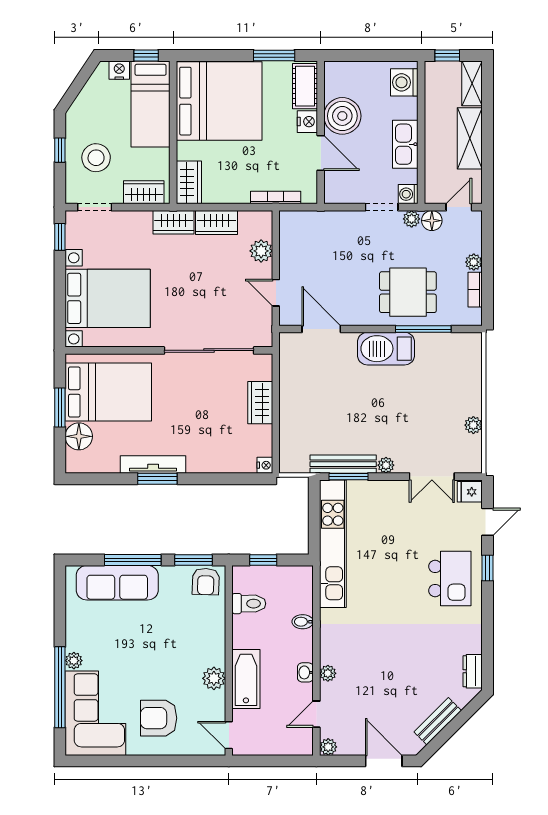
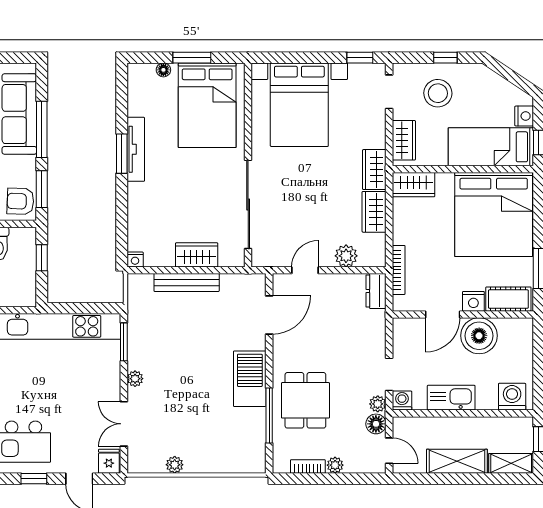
dresser: (297, 220) -> (376, 291), added
floor lamp: (79, 436) -> (163, 70), width x0.53, depth x0.53
bench: (343, 464) -> (187, 282), moved, turned 90

